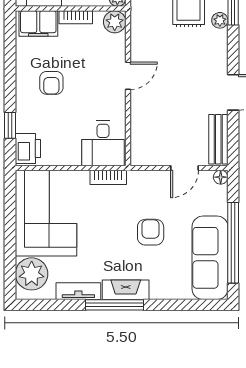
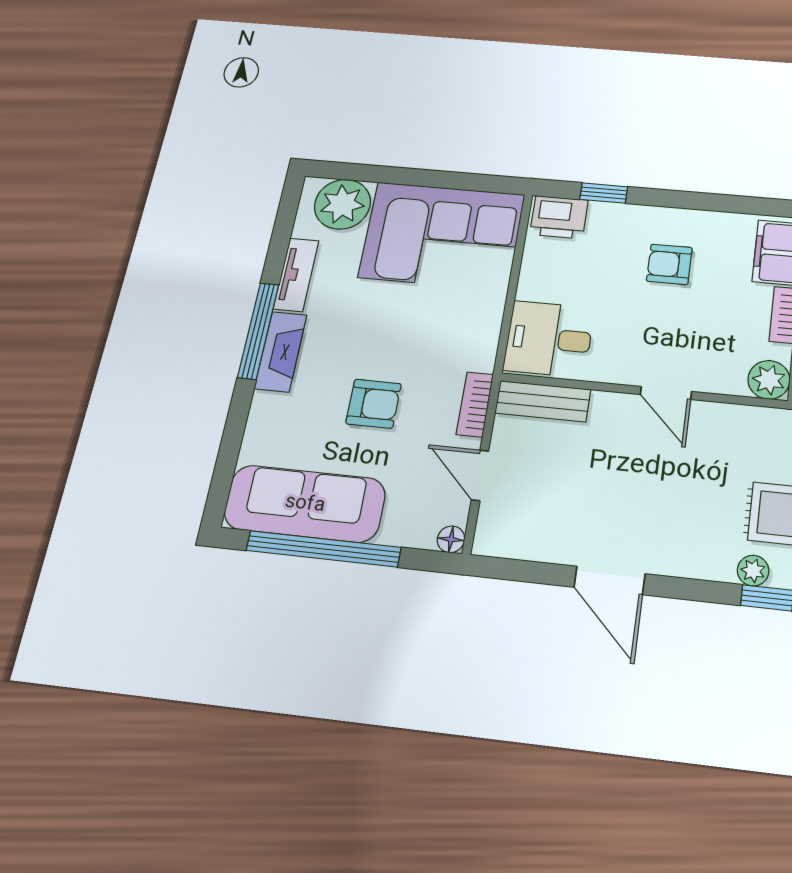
bench: (218, 139) -> (543, 401), moved
bookcase: (108, 177) -> (475, 404), moved

